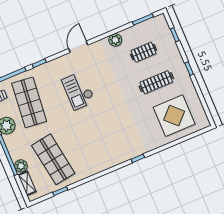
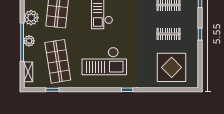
clothes rail: (156, 82) -> (168, 34), width x0.73
checkout: (101, 139) -> (104, 61), added
plant: (21, 166) -> (29, 41), moved

